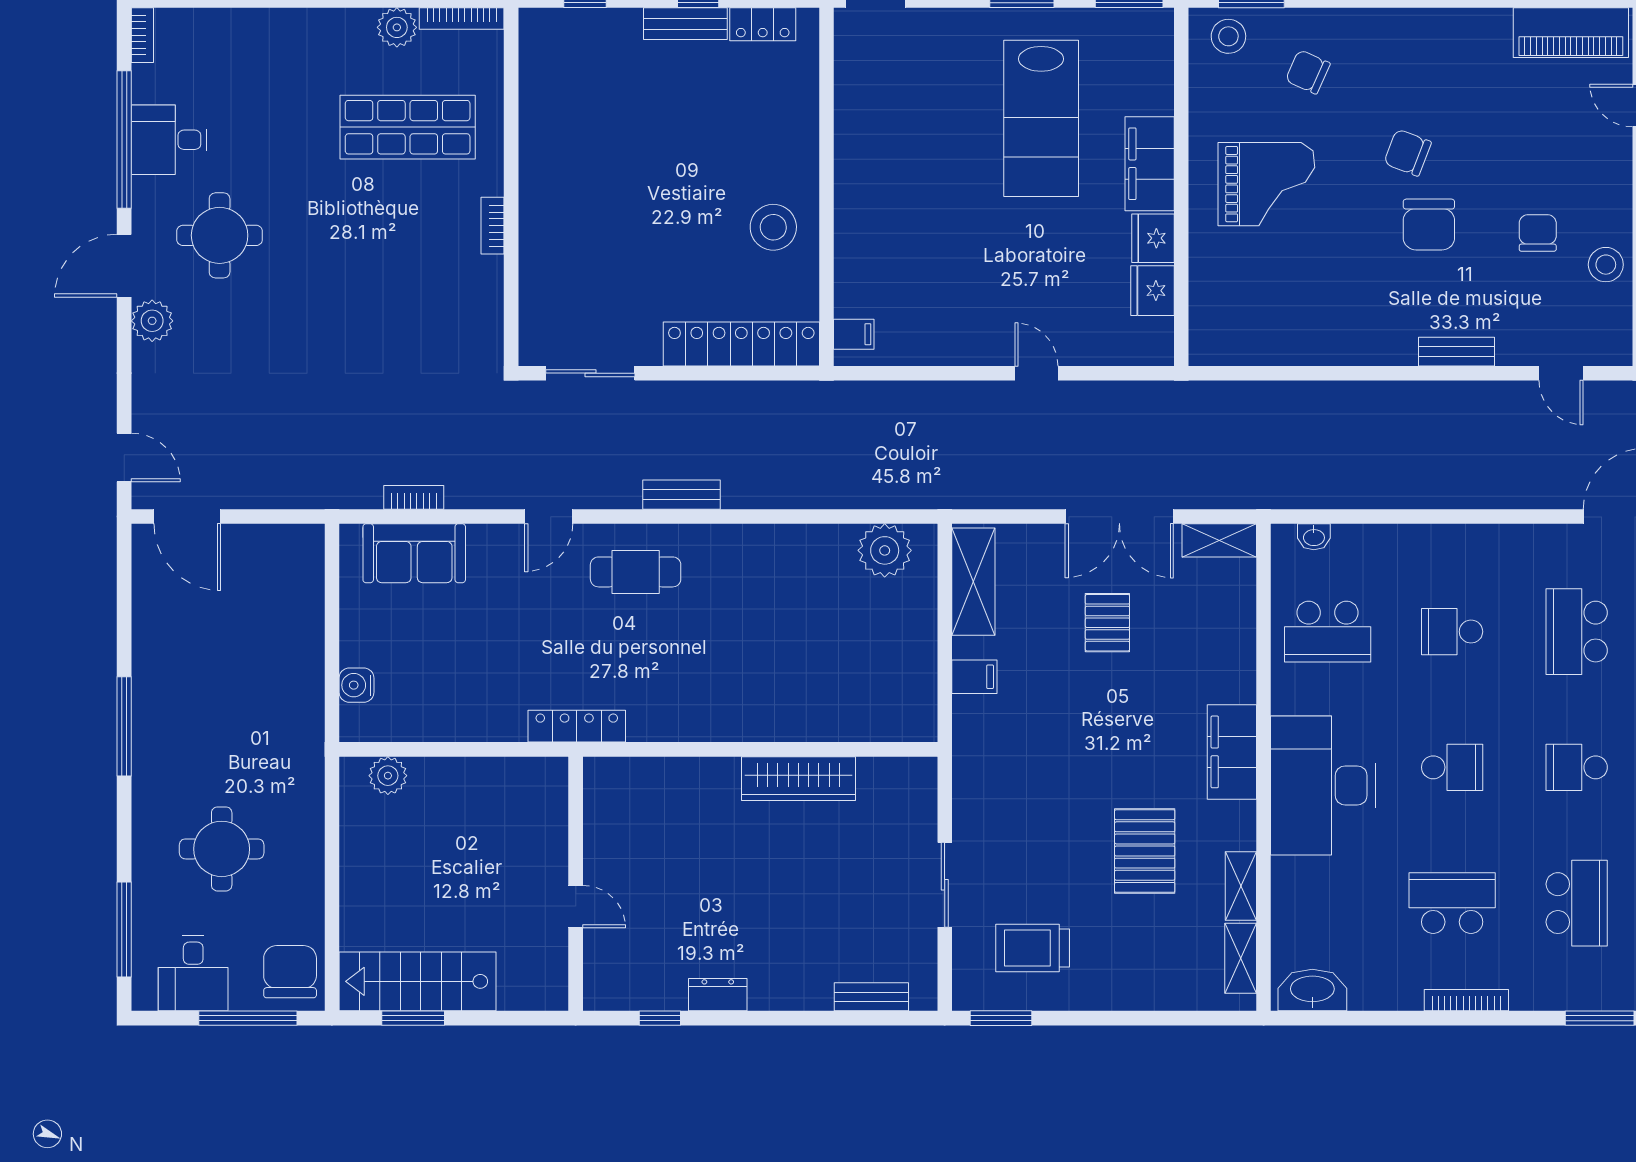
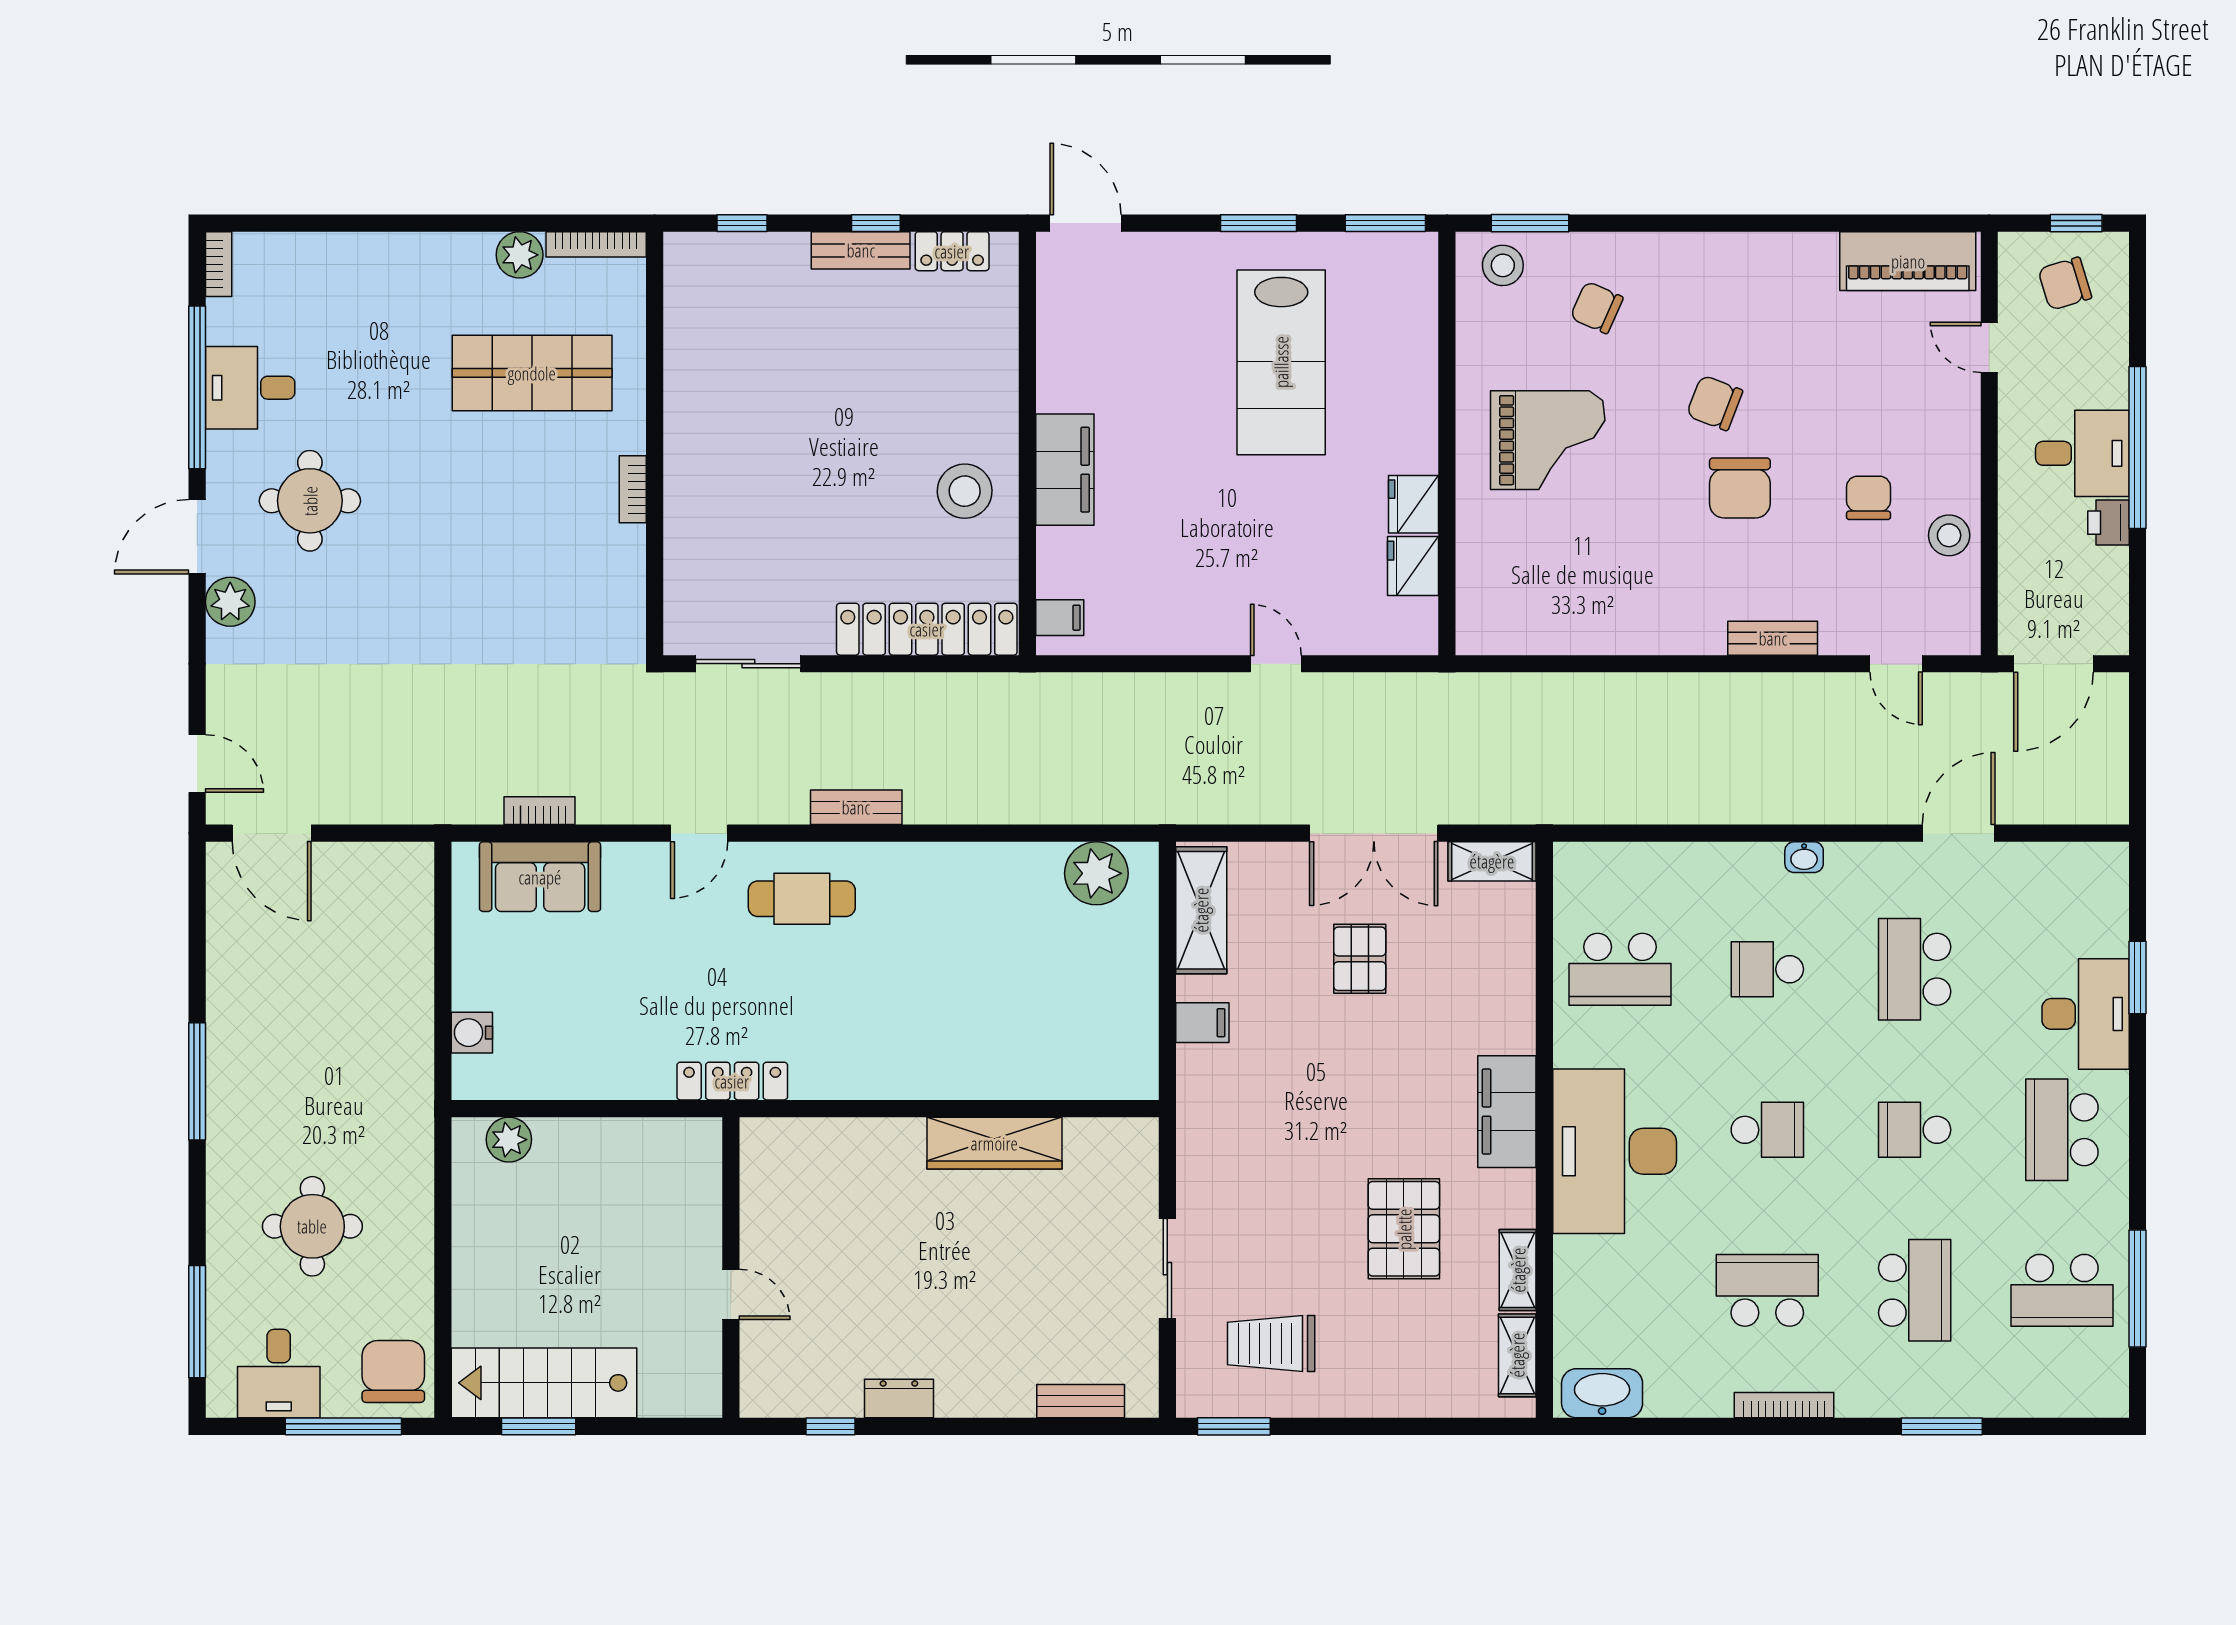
filing cabinet: (1150, 164) -> (1065, 470), moved, turned 180
washbasin: (1314, 537) -> (1804, 857), moved

